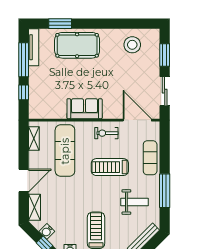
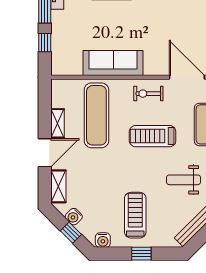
sofa: (85, 109) -> (113, 63), width x1.36
shelving: (34, 139) -> (58, 123), moved
weight bench: (135, 202) -> (183, 180), turned 180

